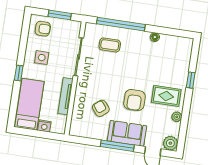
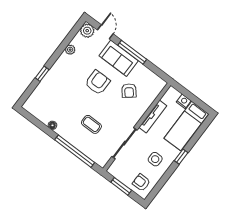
coffee table: (110, 45) -> (91, 124), moved
rug: (166, 96) -> (69, 72), removed

